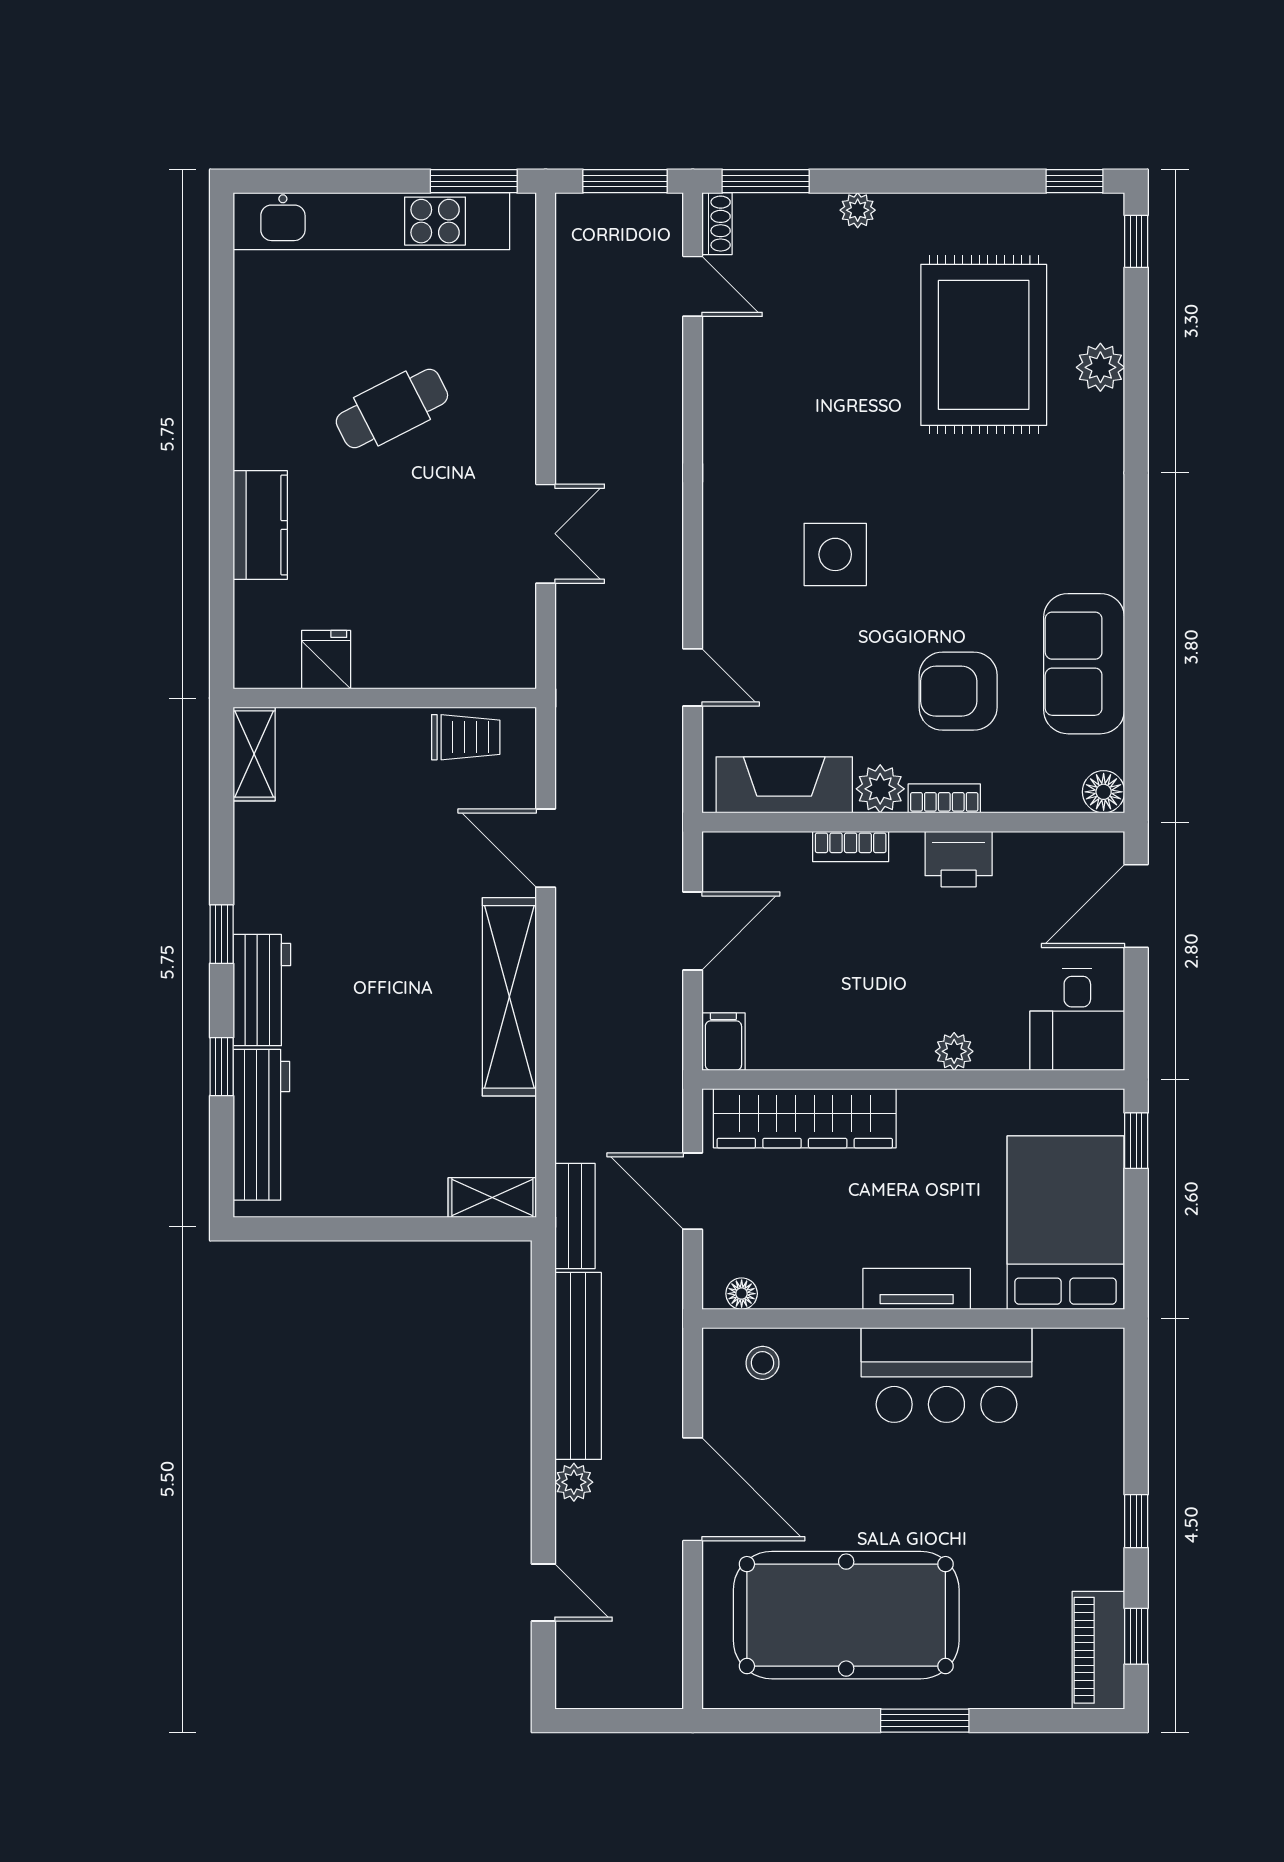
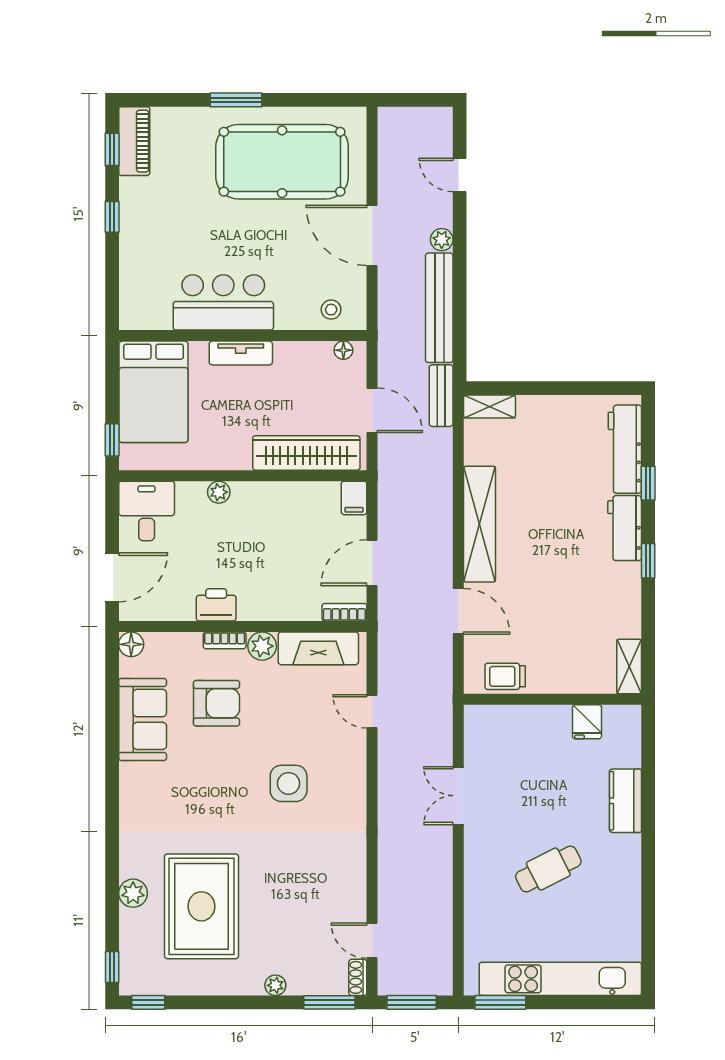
bookcase: (851, 846) -> (344, 612), moved

